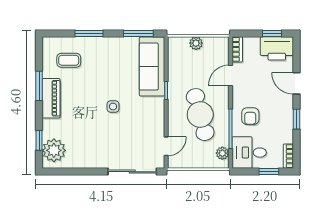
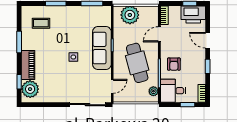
plant: (196, 43) -> (130, 15), width x1.87, depth x1.87
sofa: (152, 67) -> (102, 48), moved
piano: (51, 98) -> (28, 65), moved

